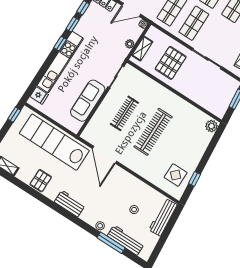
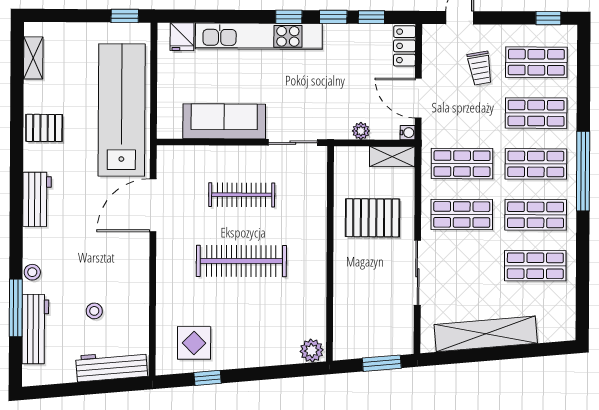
shelving: (142, 49) -> (392, 157), moved

